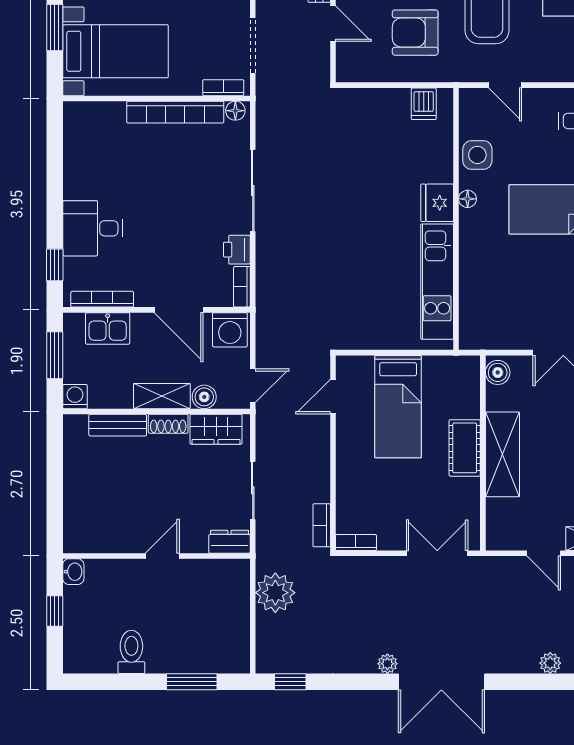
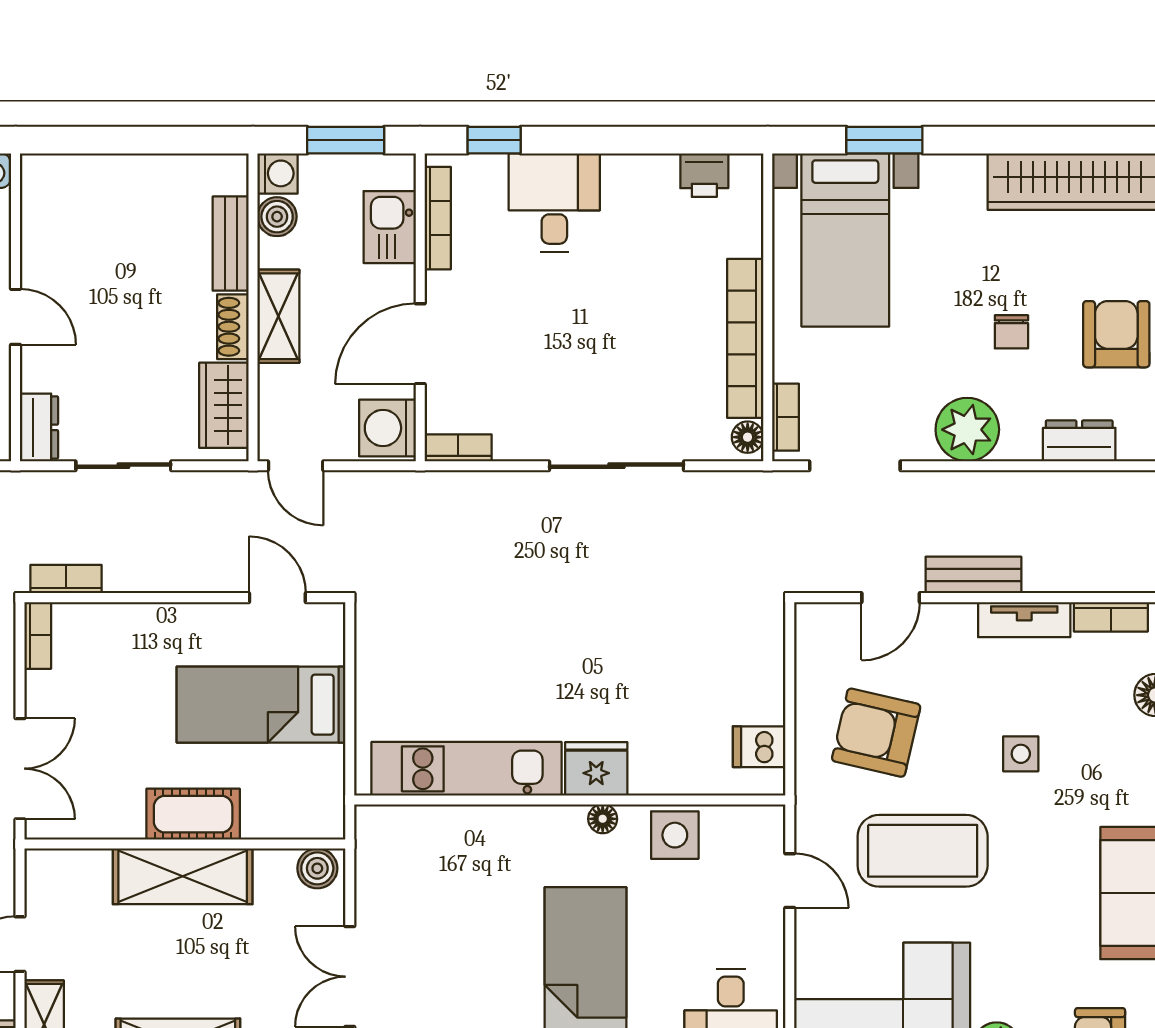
armchair: (415, 33) -> (876, 733), turned -77
door: (505, 85) -> (790, 881), swing flipped
printer: (237, 250) -> (704, 175), moved, turned 180
boiler: (204, 397) -> (277, 217), moved

